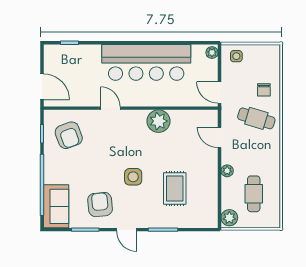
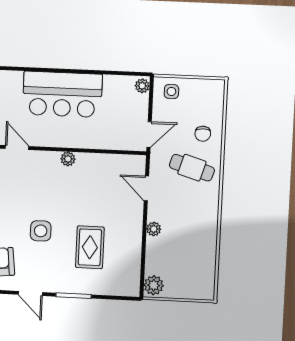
bar counter: (146, 62) -> (62, 94), width x0.73
door: (220, 93) -> (149, 135), swing flipped
plant: (159, 121) -> (68, 159), width x0.53, depth x0.53
cafe table: (254, 194) -> (184, 258), removed

